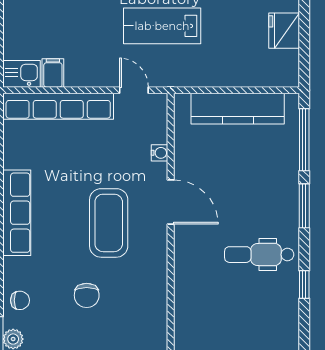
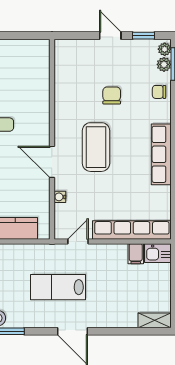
lab bench: (162, 26) -> (58, 287), turned 180
door: (134, 90) -> (78, 241), swing flipped

